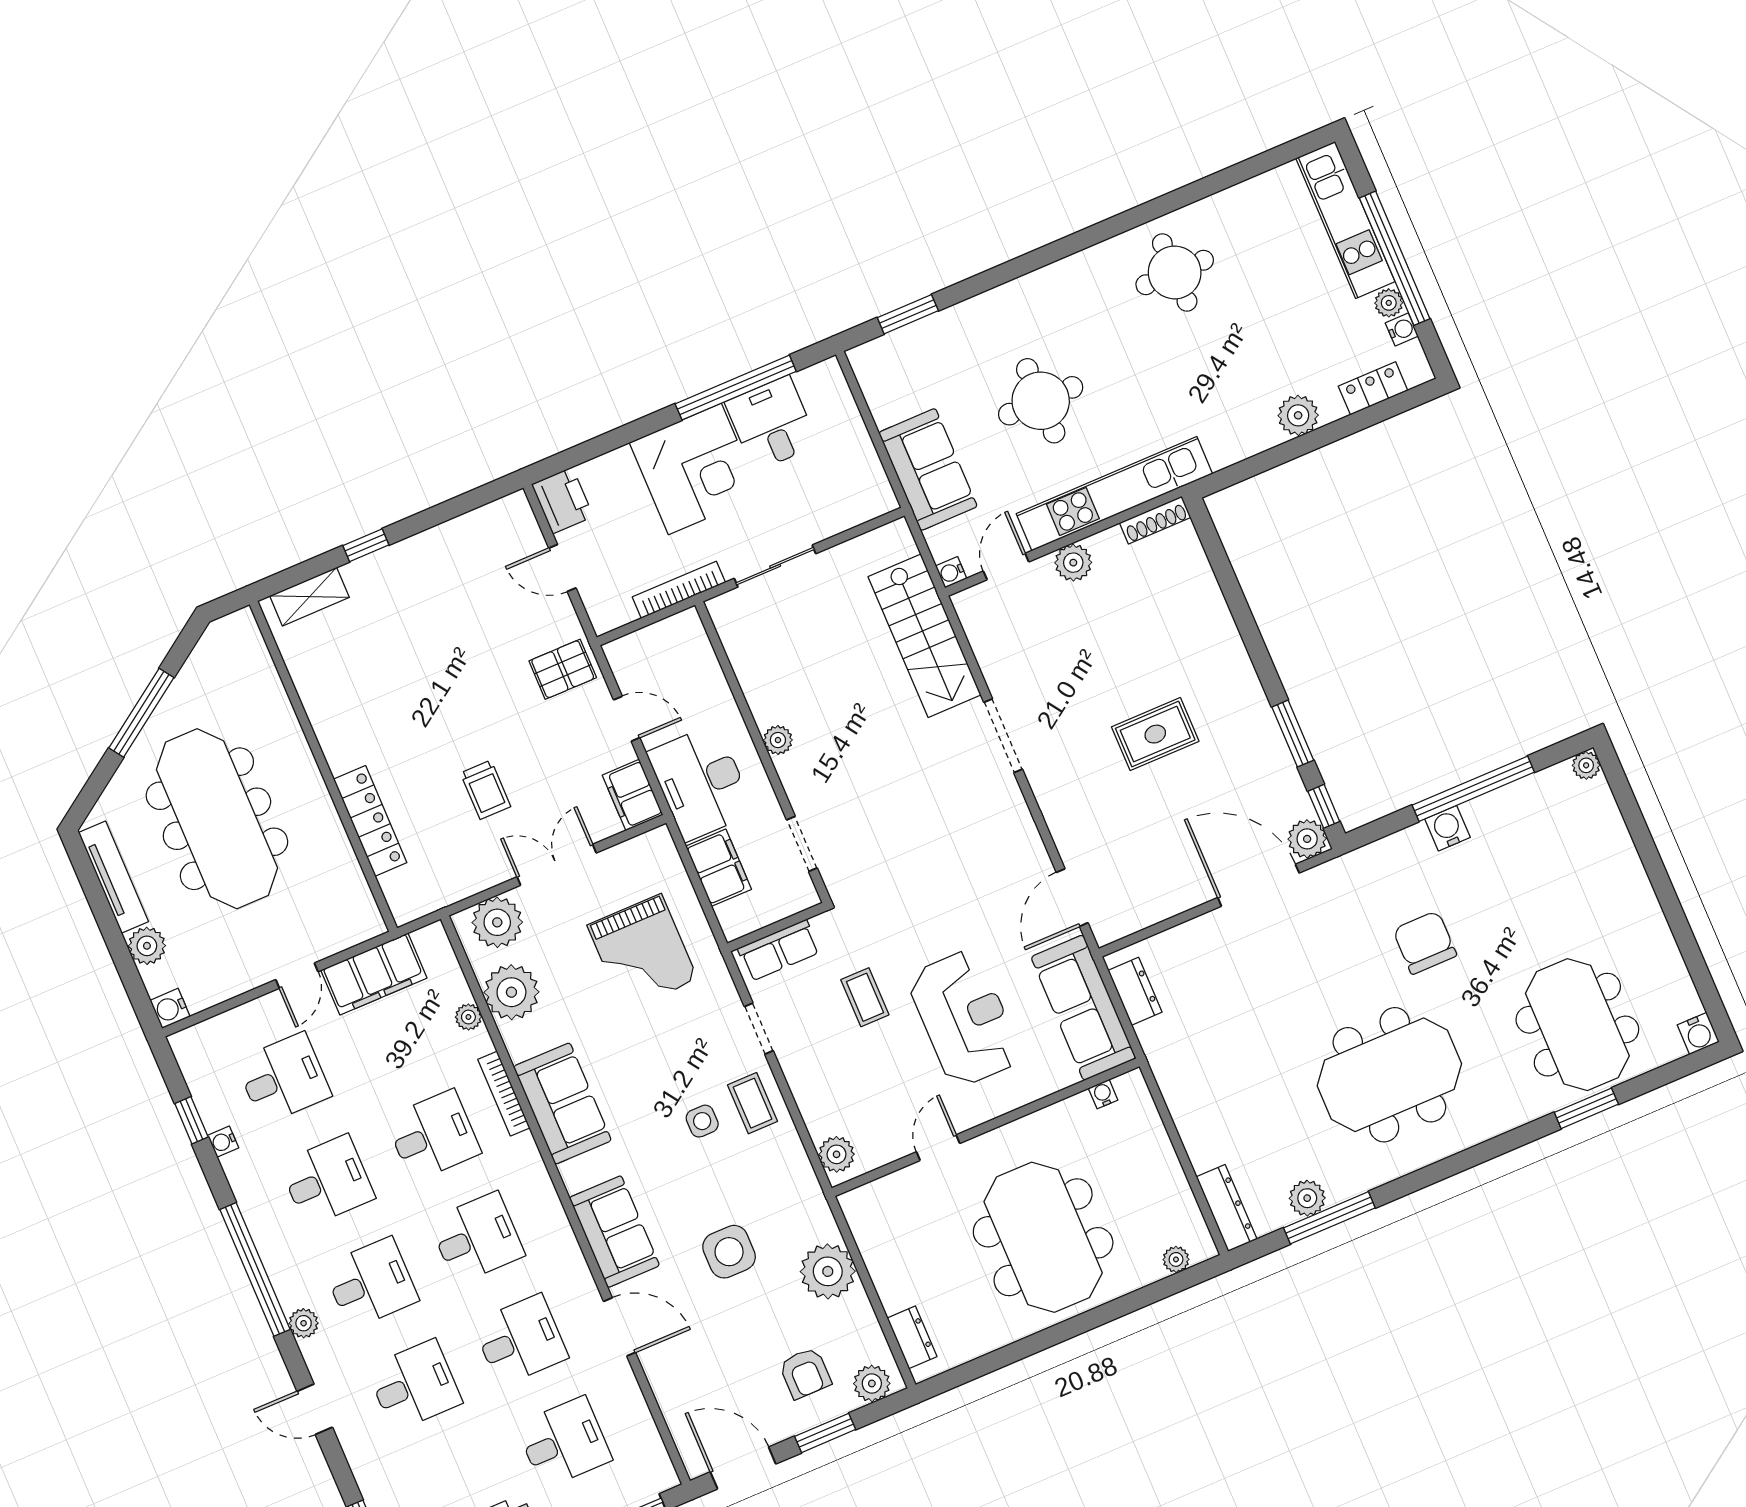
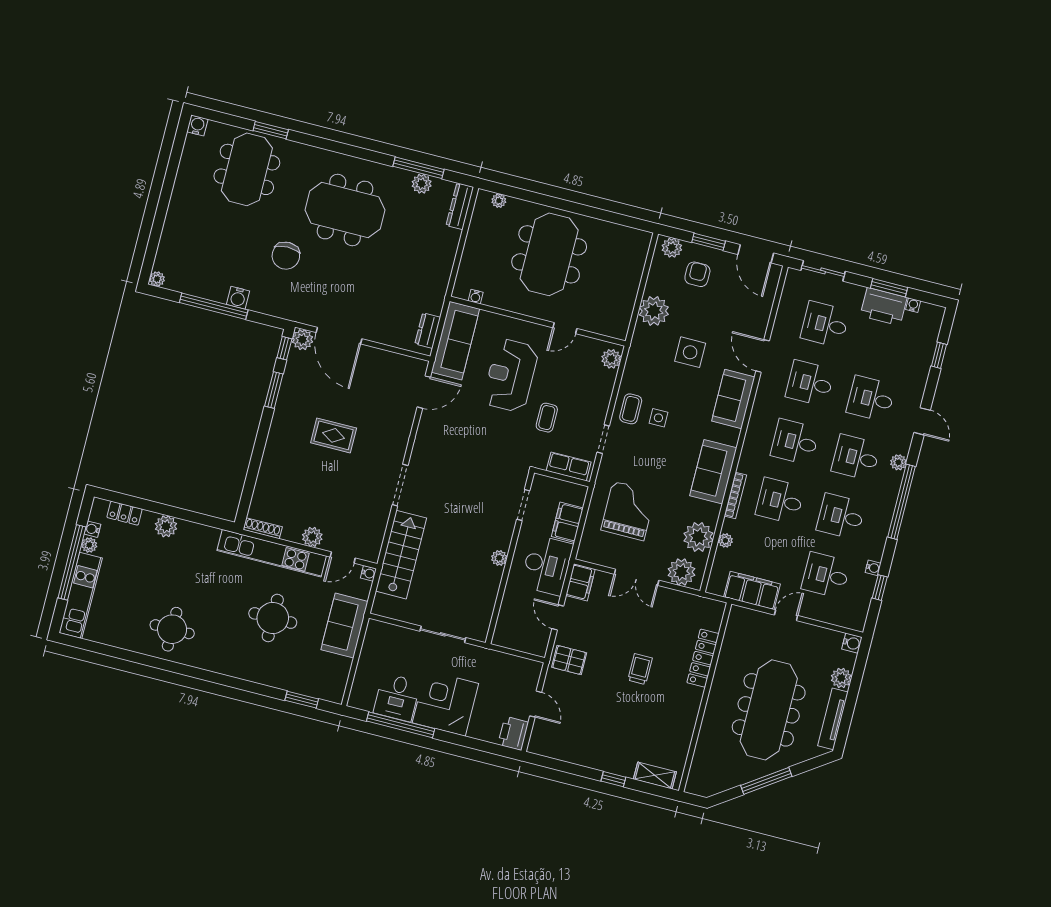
bookcase: (679, 590) -> (492, 656), removed
trolley: (486, 790) -> (640, 669), moved
dresser: (912, 1337) -> (639, 254), removed

